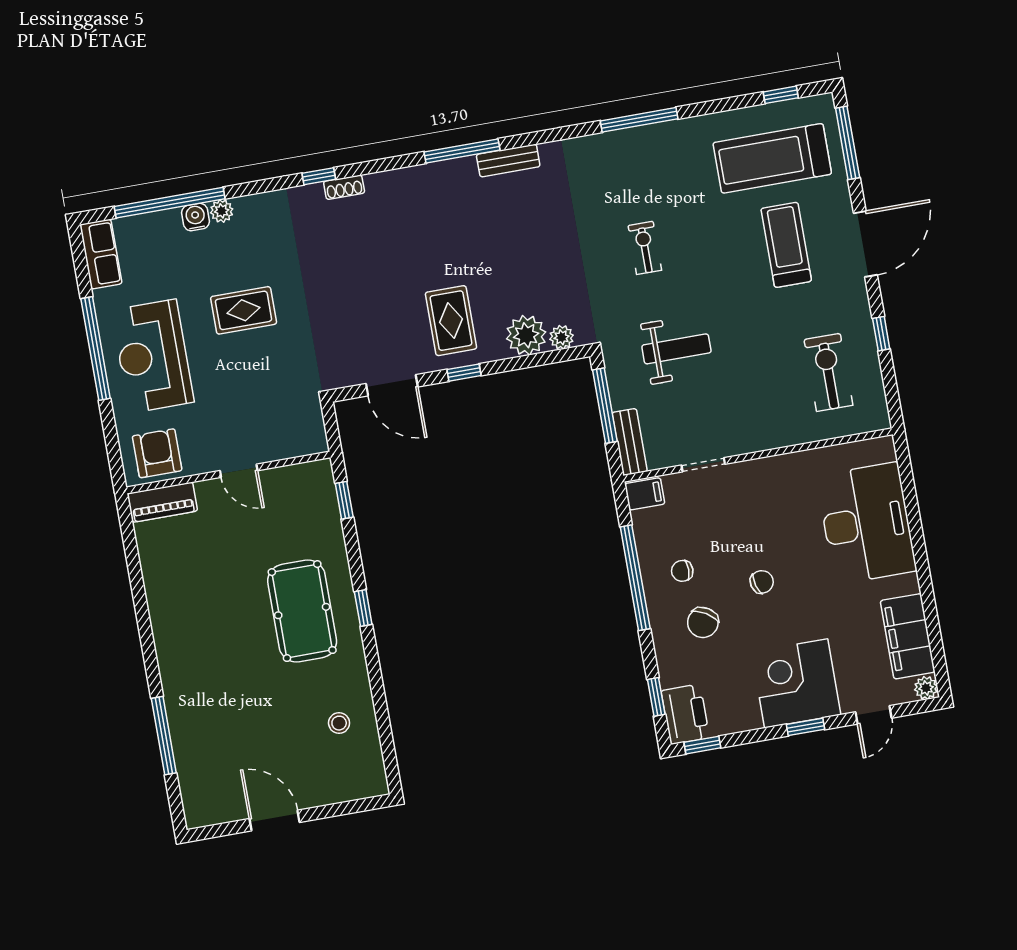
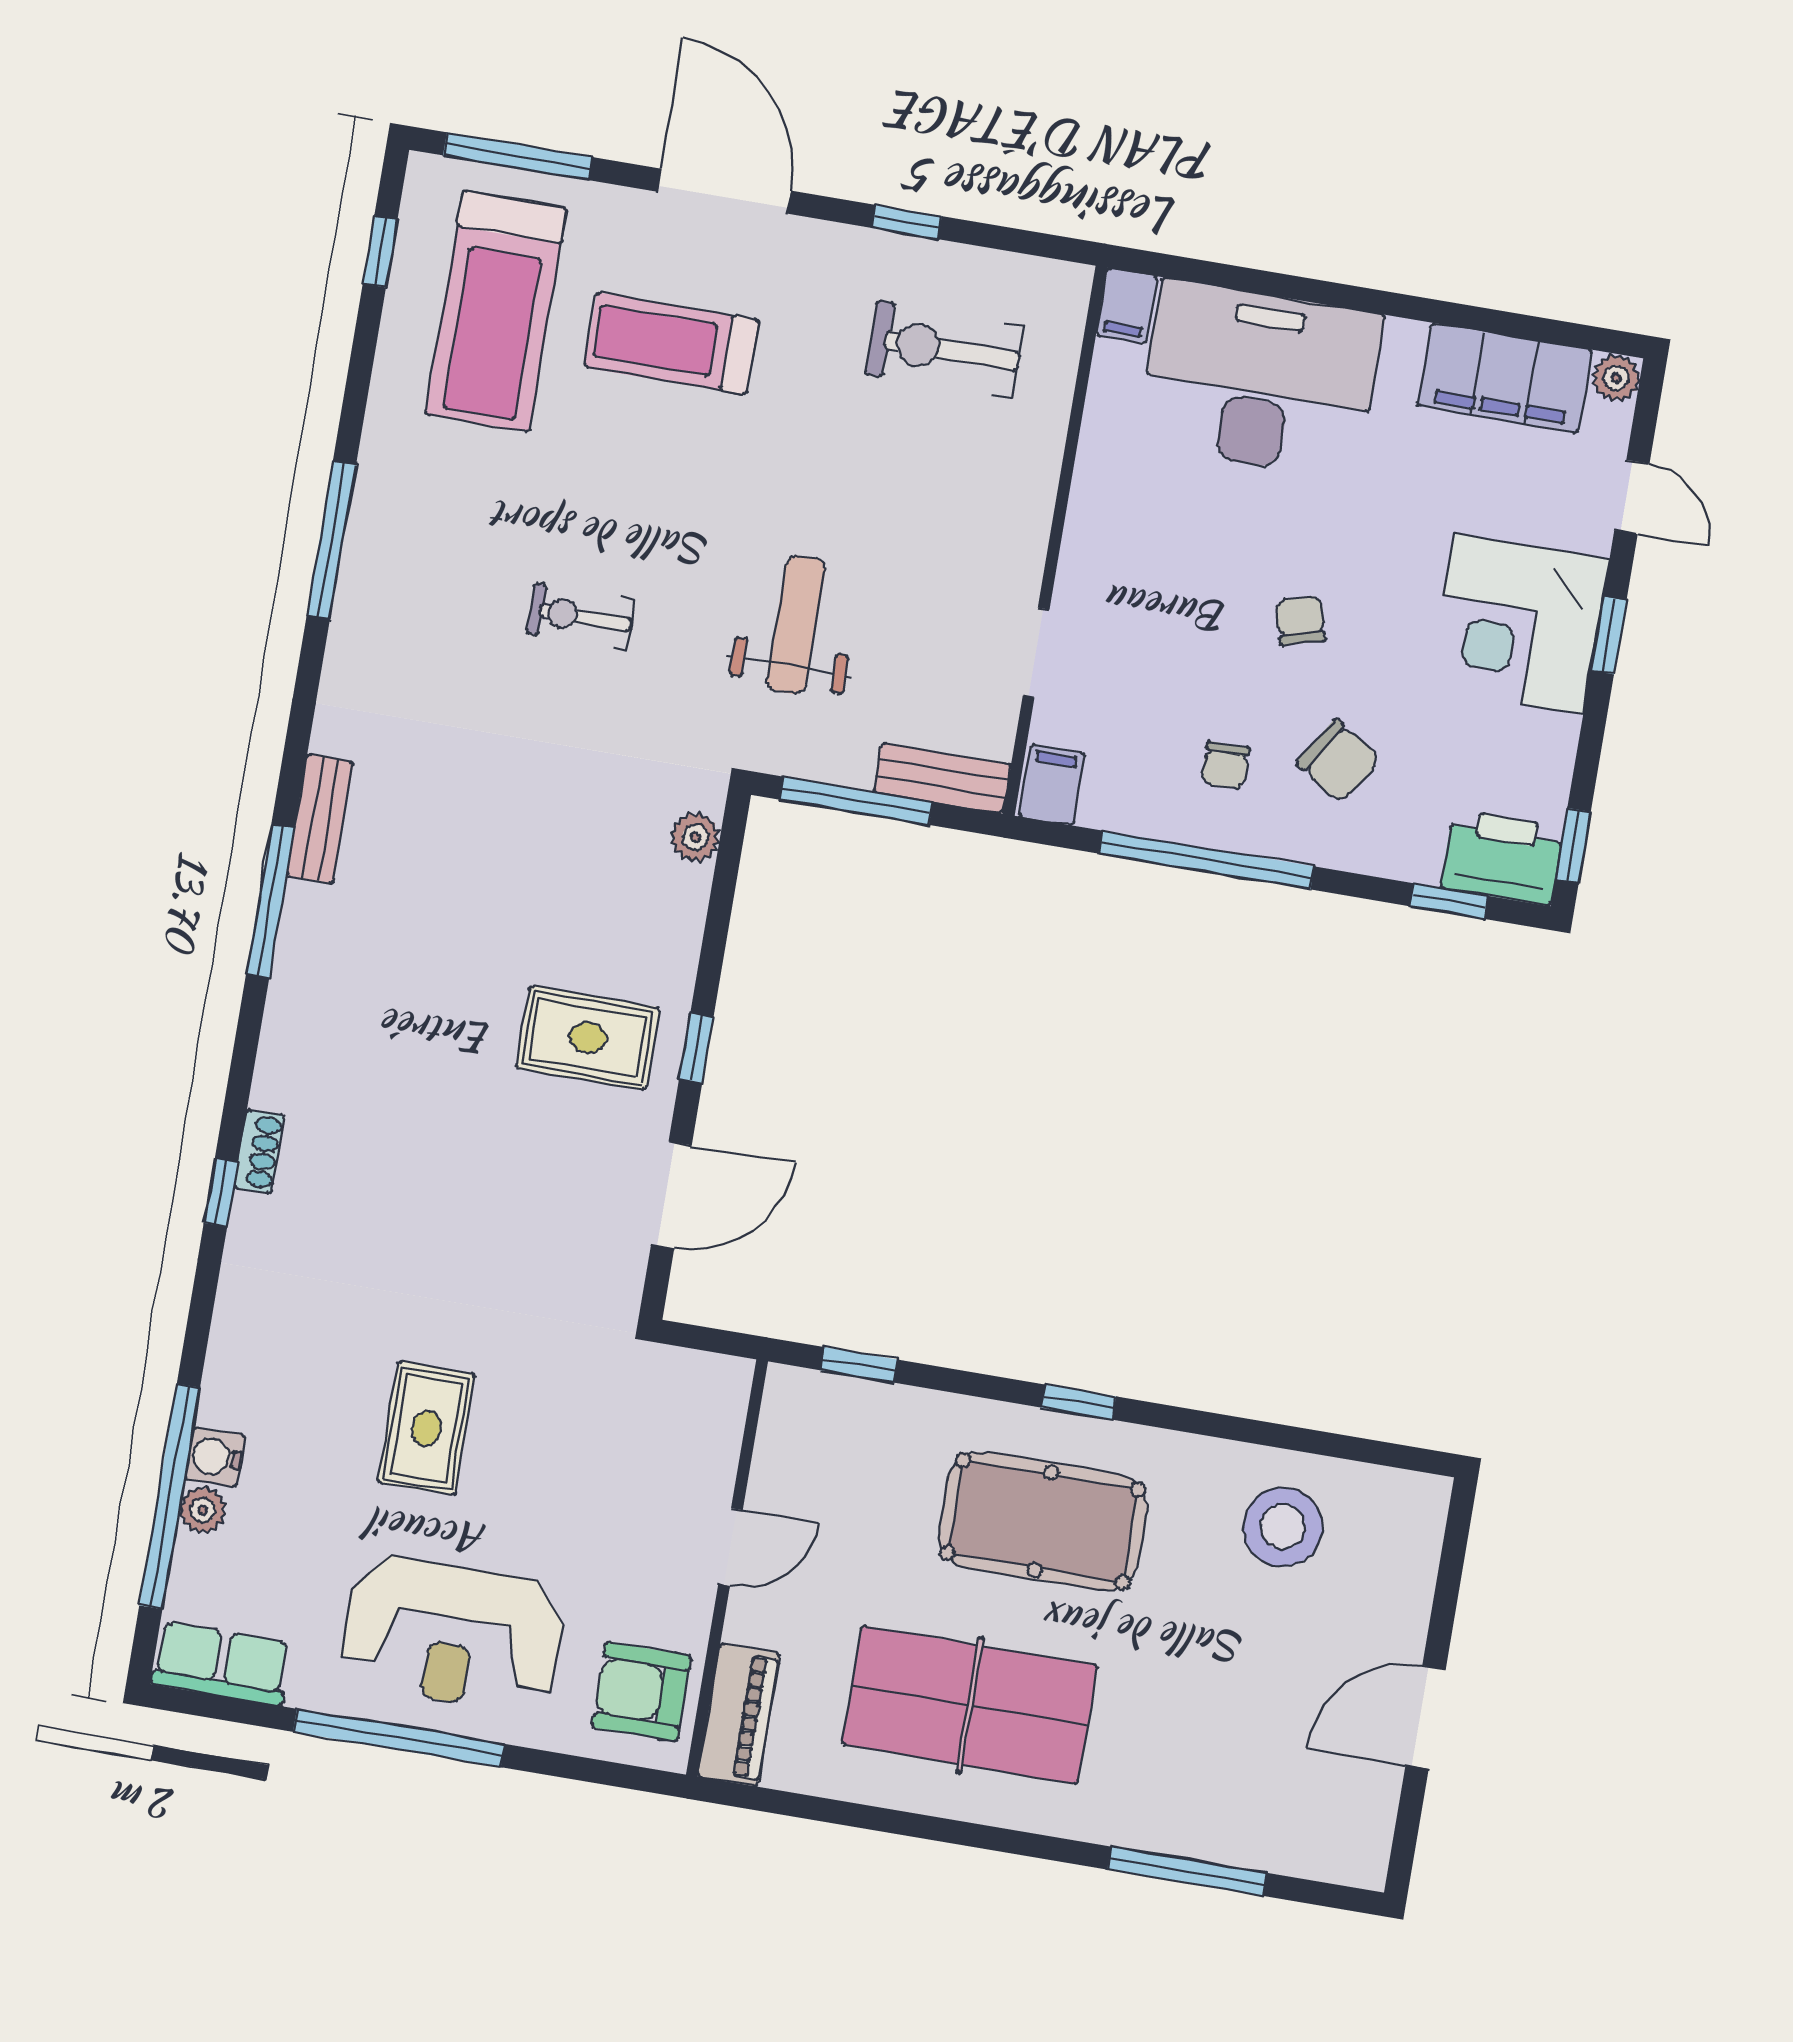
plant: (222, 211) -> (203, 1510), moved
plant: (526, 335) -> (667, 904), removed
filing cabinet: (879, 449) -> (1127, 306), added
table tennis table: (205, 607) -> (970, 1705), added
stool: (339, 723) -> (1283, 1527), width x1.89, depth x1.89

